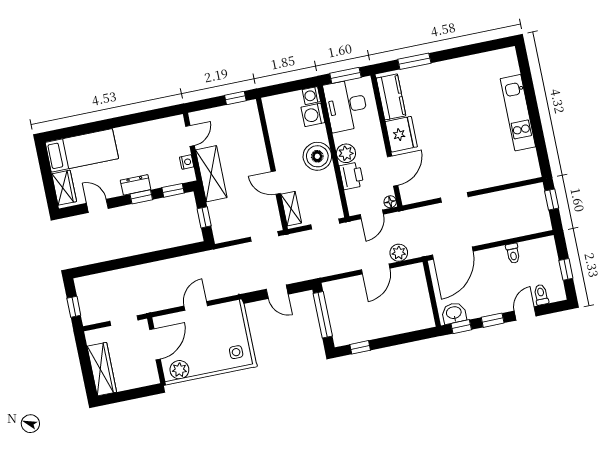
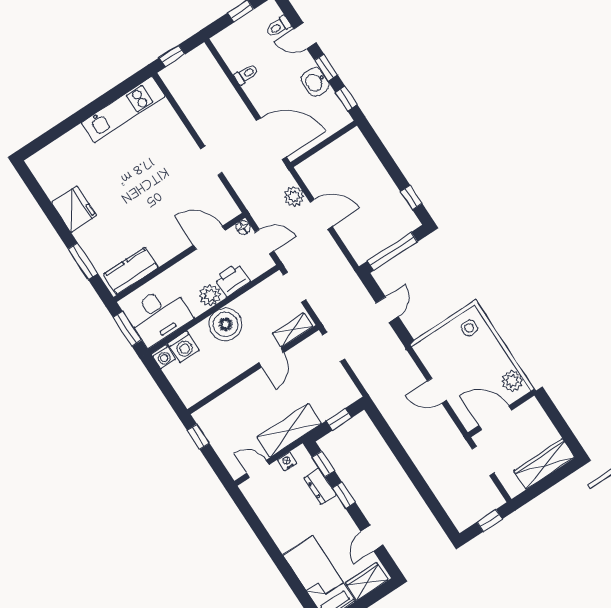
kitchen unit: (518, 113) -> (123, 109), moved
fridge: (401, 134) -> (74, 209), moved, turned 90
dresser: (136, 185) -> (320, 486), moved
washbasin: (454, 313) -> (315, 82), moved

